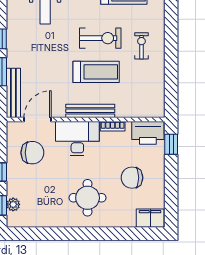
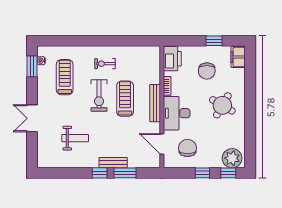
exercise bike: (100, 38) -> (99, 95), turned 180
bench: (13, 93) -> (113, 163), moved, width x0.73
window: (171, 144) -> (214, 41), moved
round table: (88, 198) -> (222, 105), turned 30
plant: (13, 204) -> (232, 158), width x1.87, depth x1.87

